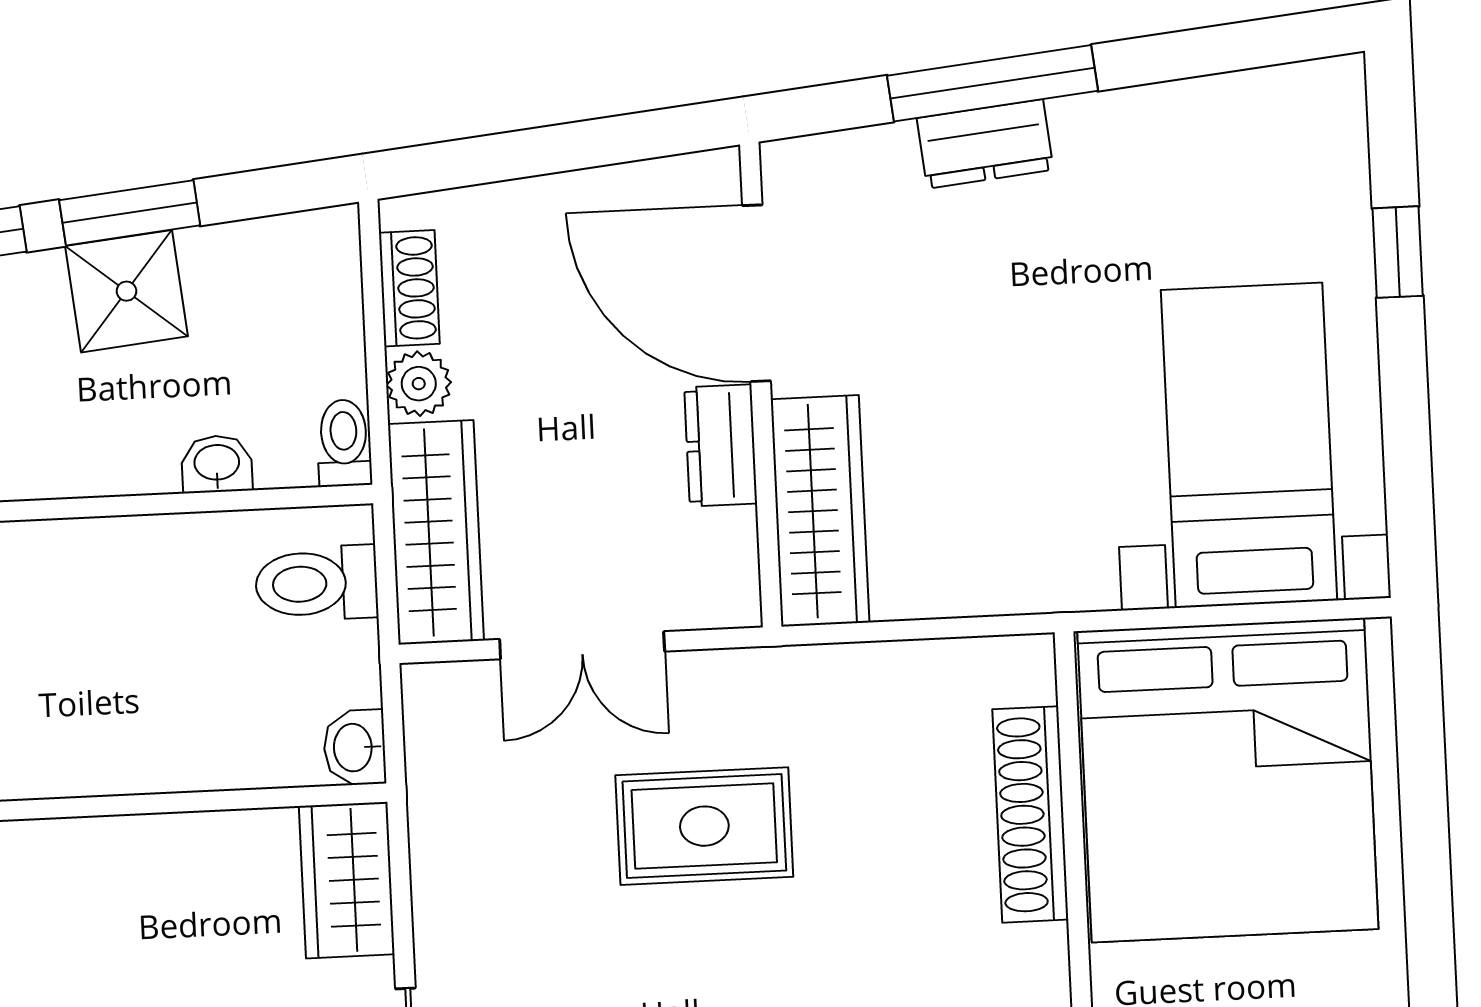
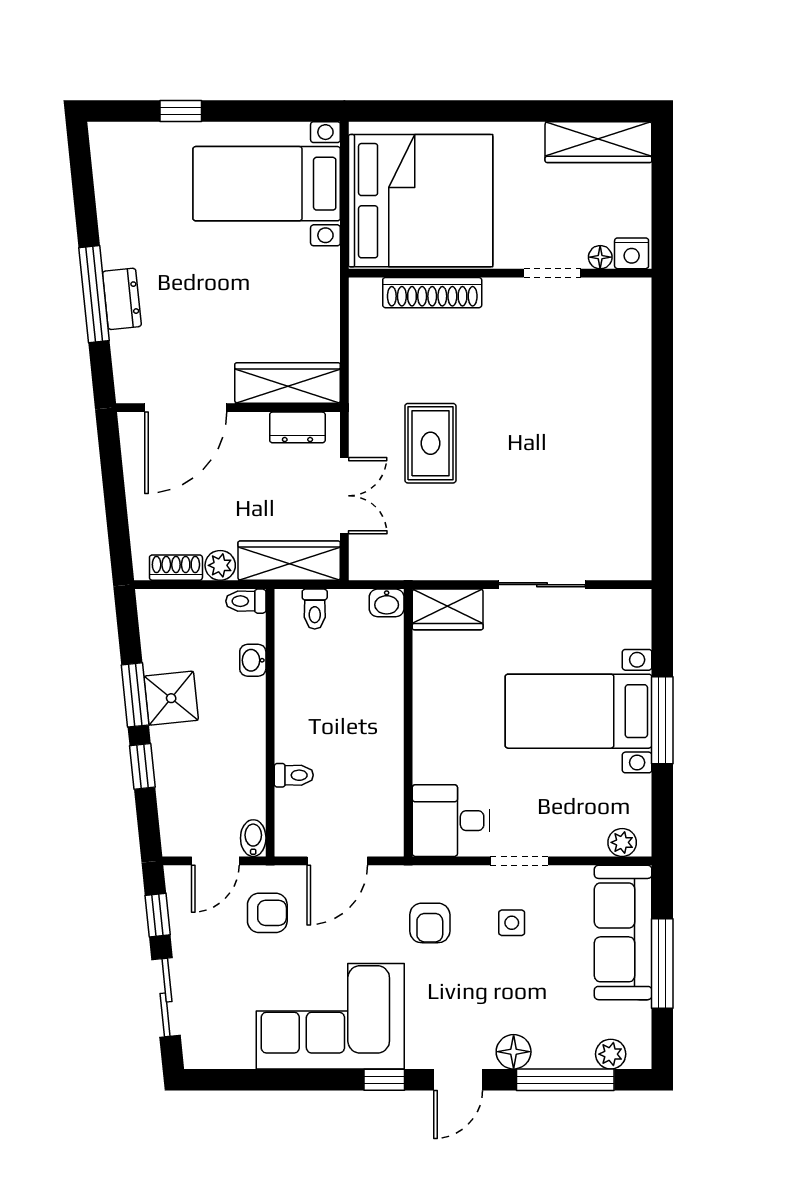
dresser: (721, 445) -> (297, 427), moved
toilet: (317, 583) -> (315, 609), width x0.73, depth x0.72

